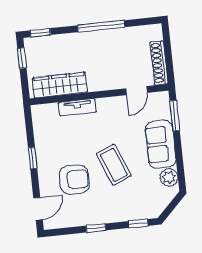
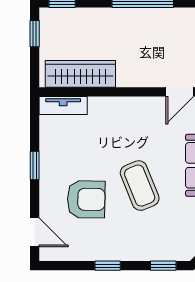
tv unit: (77, 107) -> (63, 106), moved
door: (38, 209) -> (35, 232), hinge flipped

